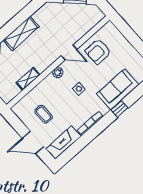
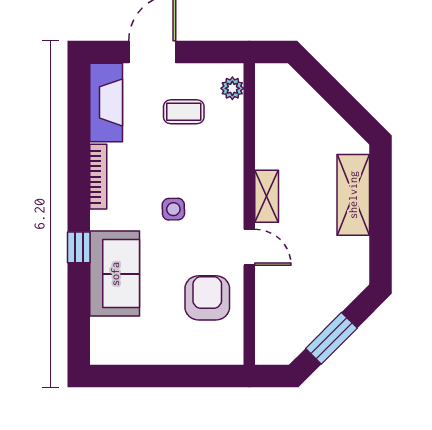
door: (69, 53) -> (249, 247), swing flipped
plant: (58, 73) -> (232, 88), moved
shelving: (28, 79) -> (267, 196), moved

